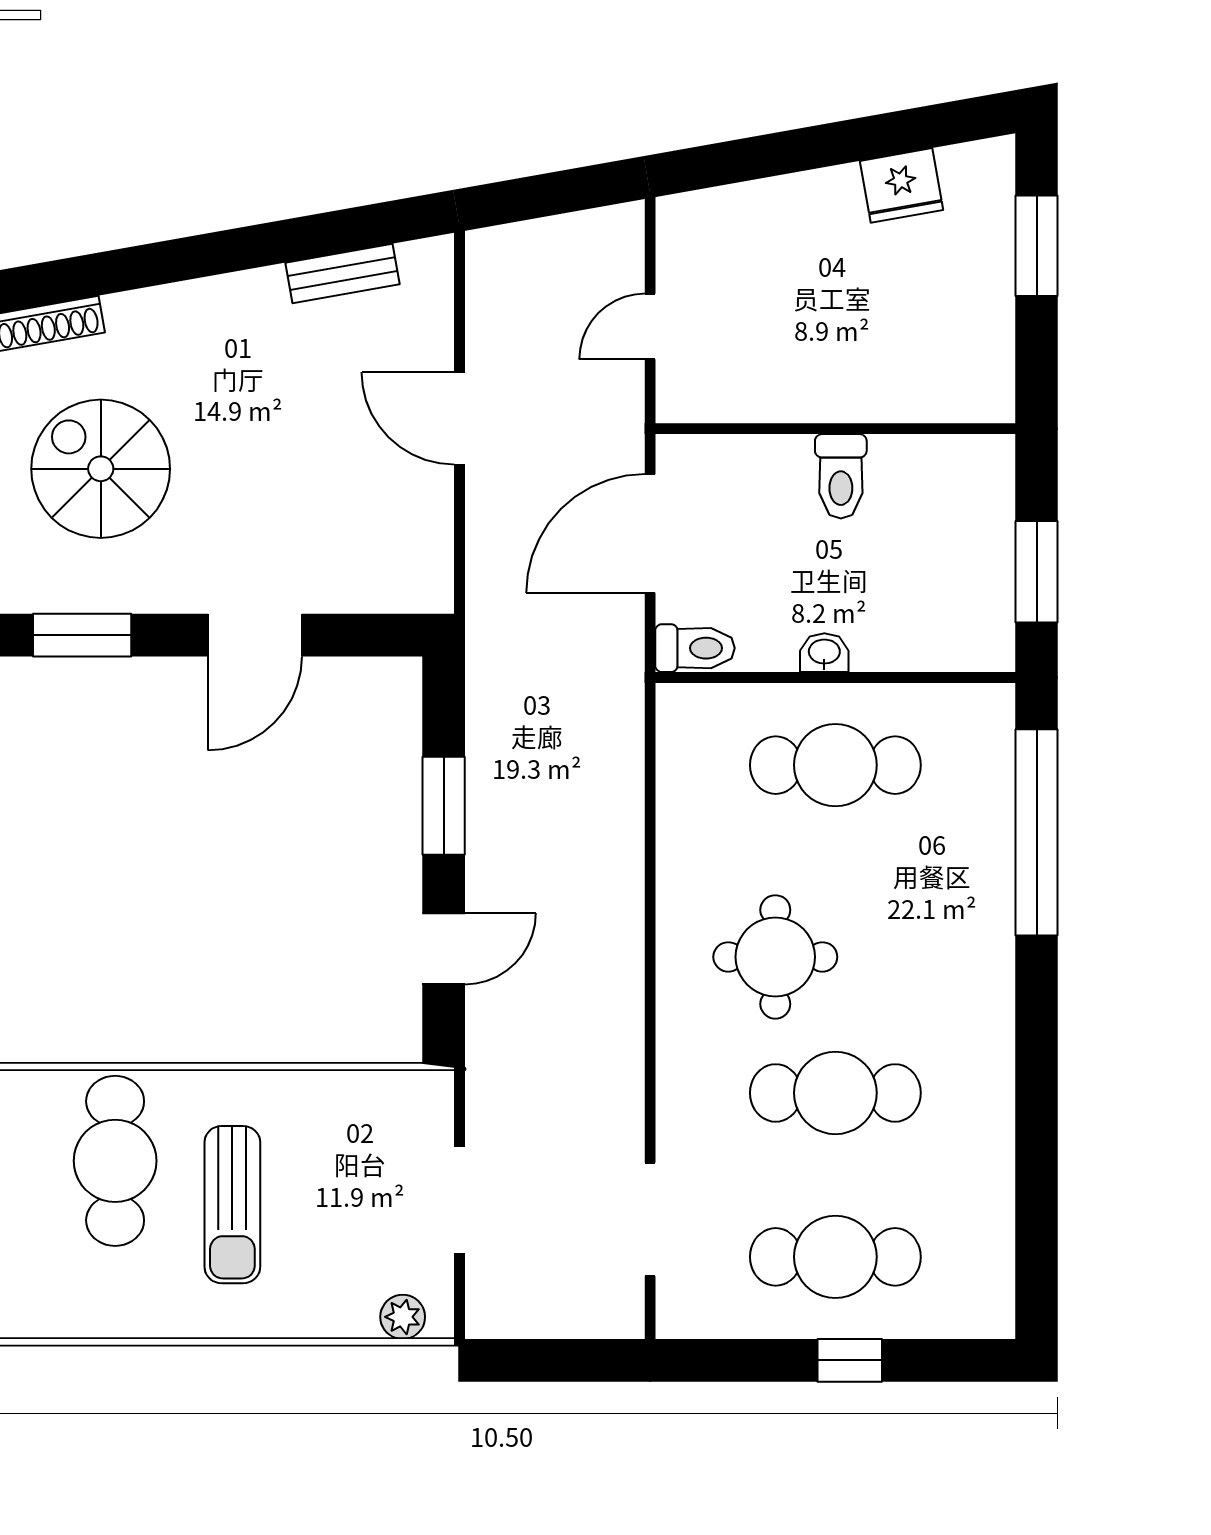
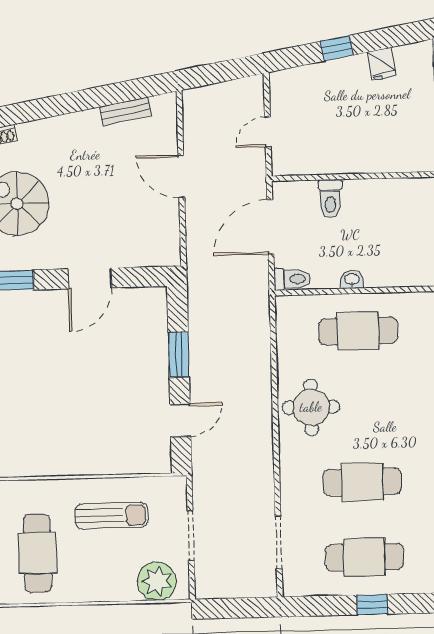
window: (805, 149) -> (337, 48), added
fridge: (902, 185) -> (382, 64), width x0.72
toilet: (841, 476) -> (330, 199), moved
round table: (775, 957) -> (311, 407), moved
cafe table: (115, 1161) -> (37, 553), moved
sun lounger: (232, 1205) -> (111, 516), moved, turned -90
plant: (403, 1317) -> (157, 581), width x1.87, depth x1.87

